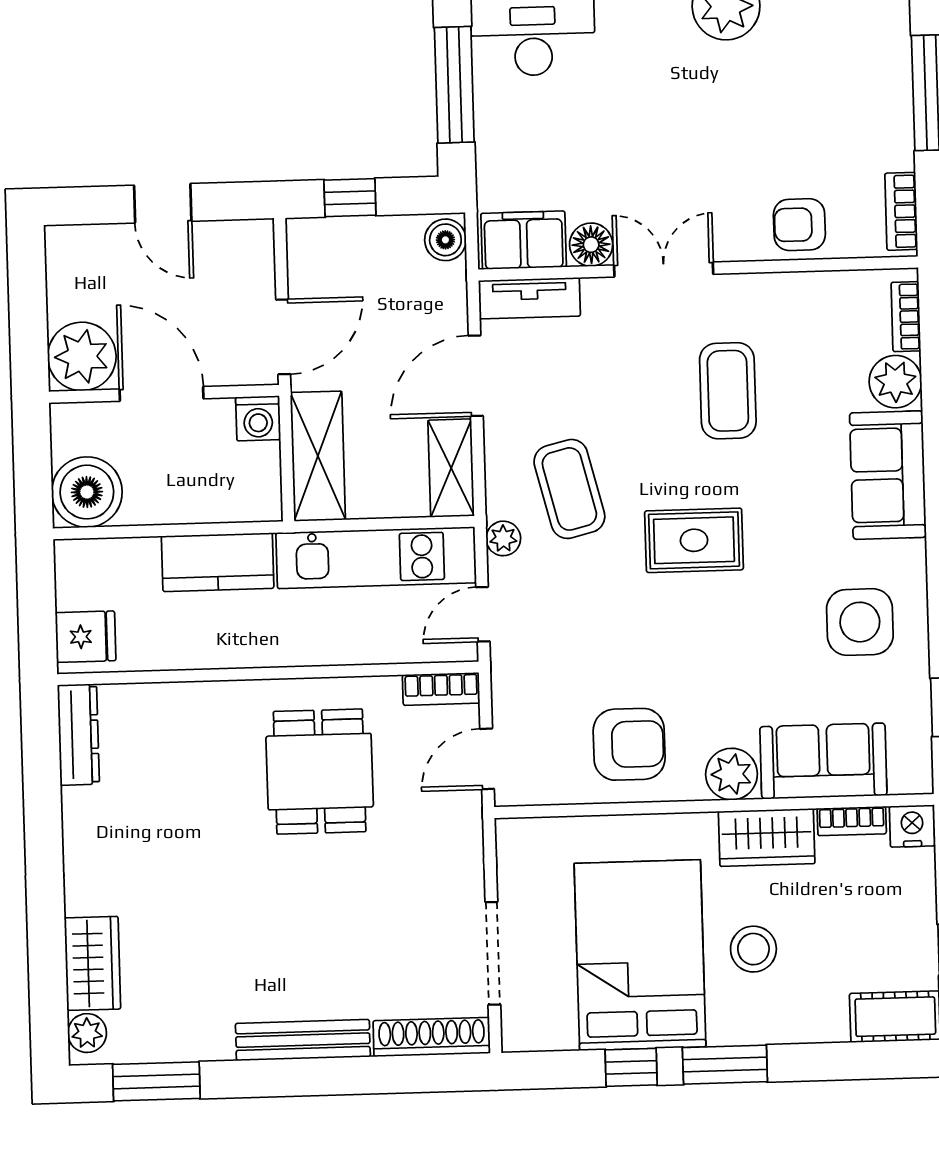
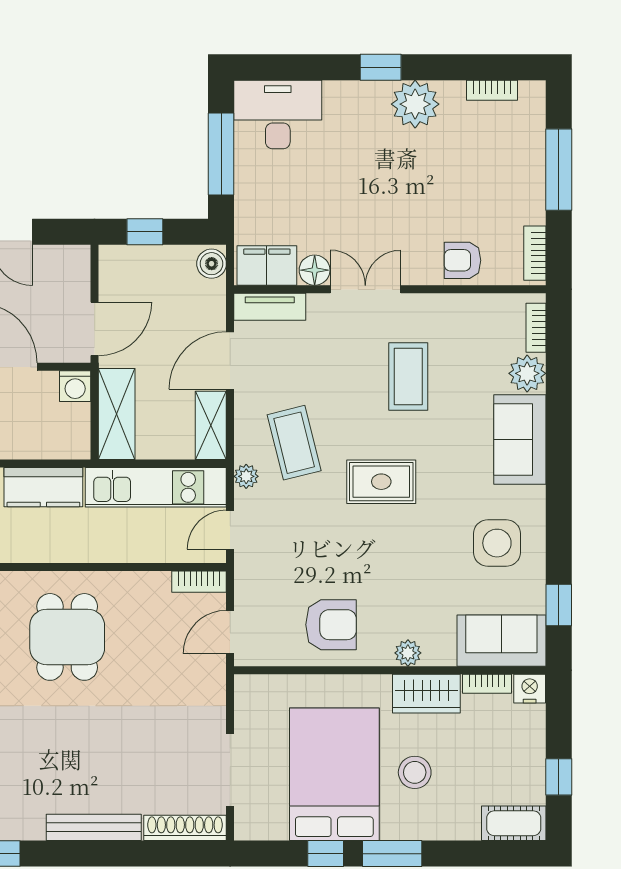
sofa: (823, 761) -> (501, 641), moved
dining table: (320, 772) -> (67, 637), moved
plant: (732, 774) -> (408, 653), width x0.73, depth x0.73

